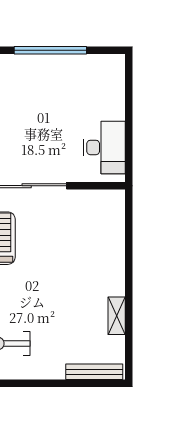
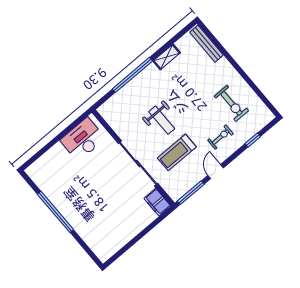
weight bench: (52, 252) -> (162, 120), added
window: (129, 262) -> (132, 75), added

